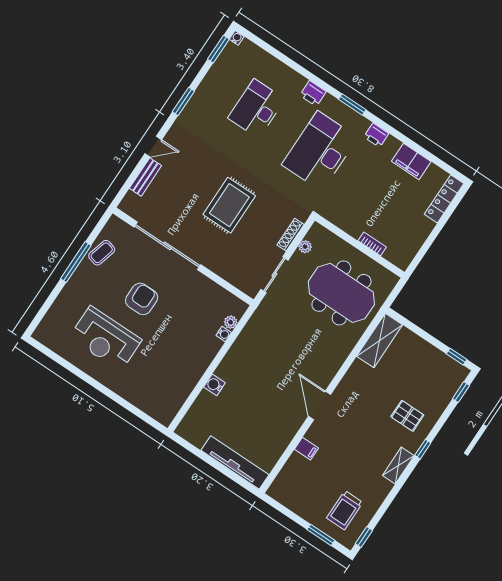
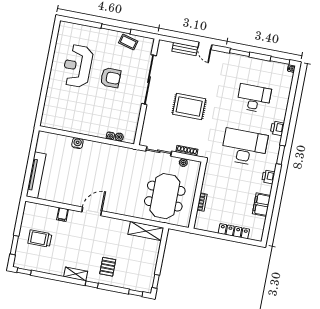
locker: (444, 199) -> (234, 231), moved
trolley: (345, 510) -> (40, 238), moved

